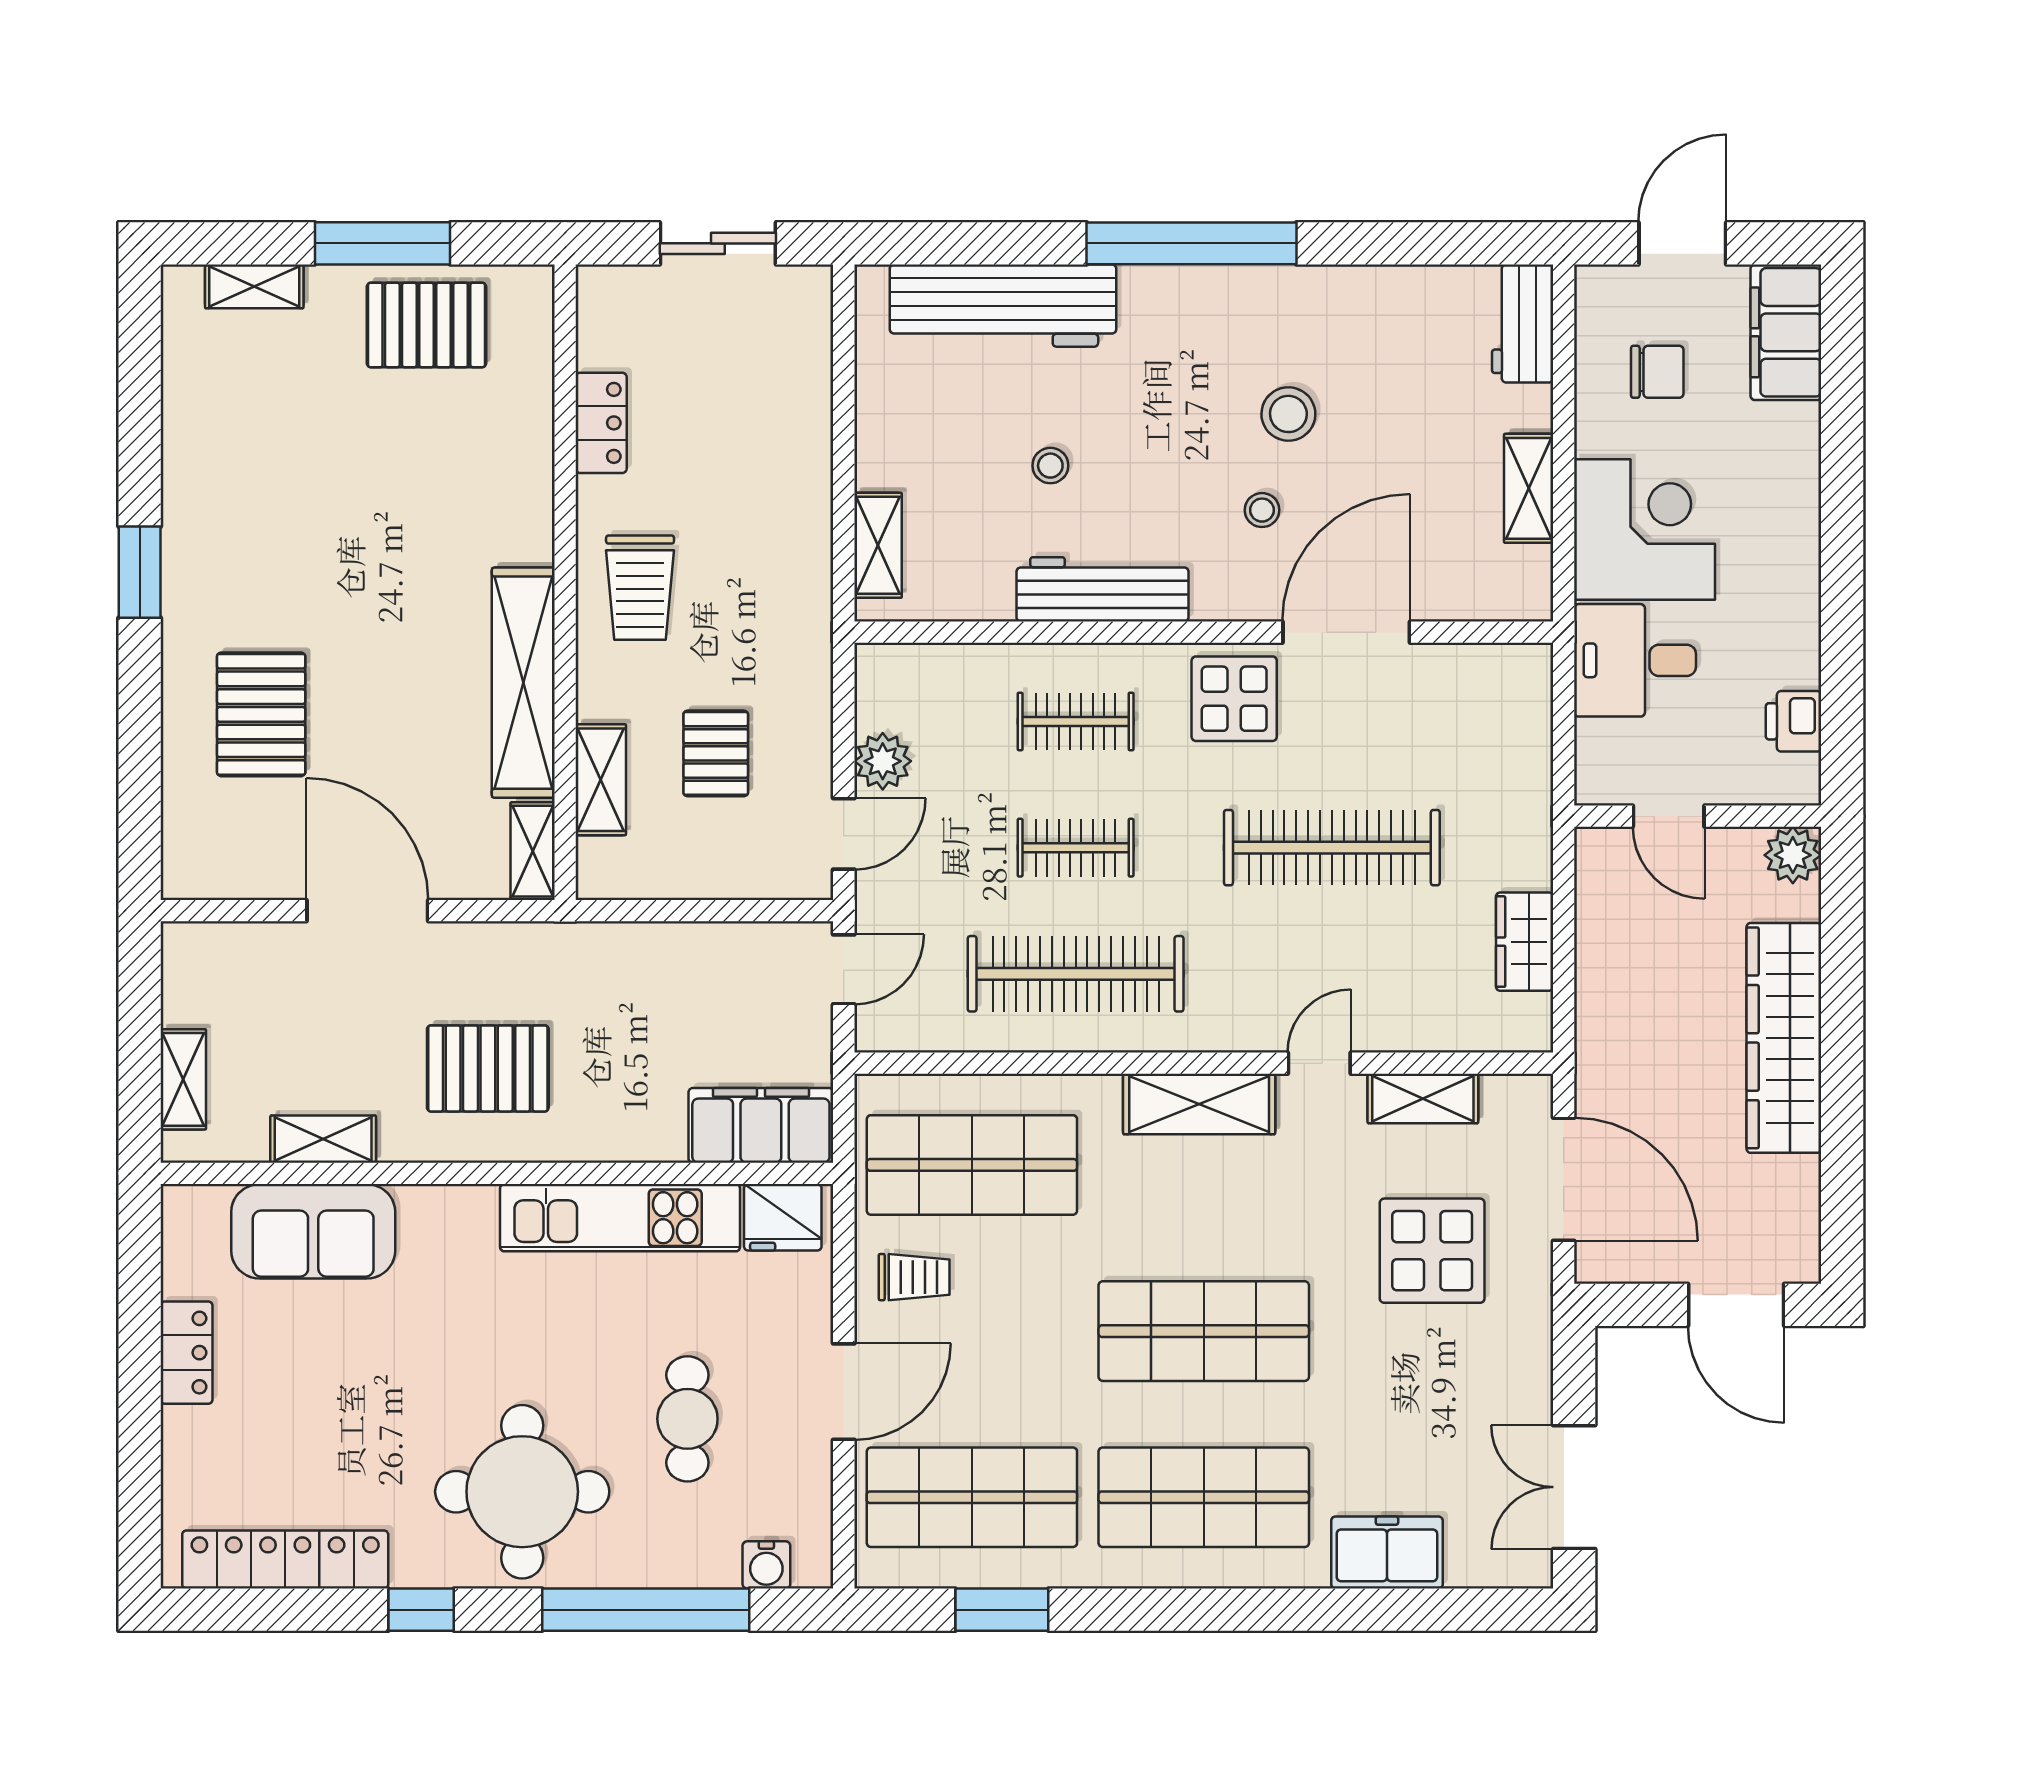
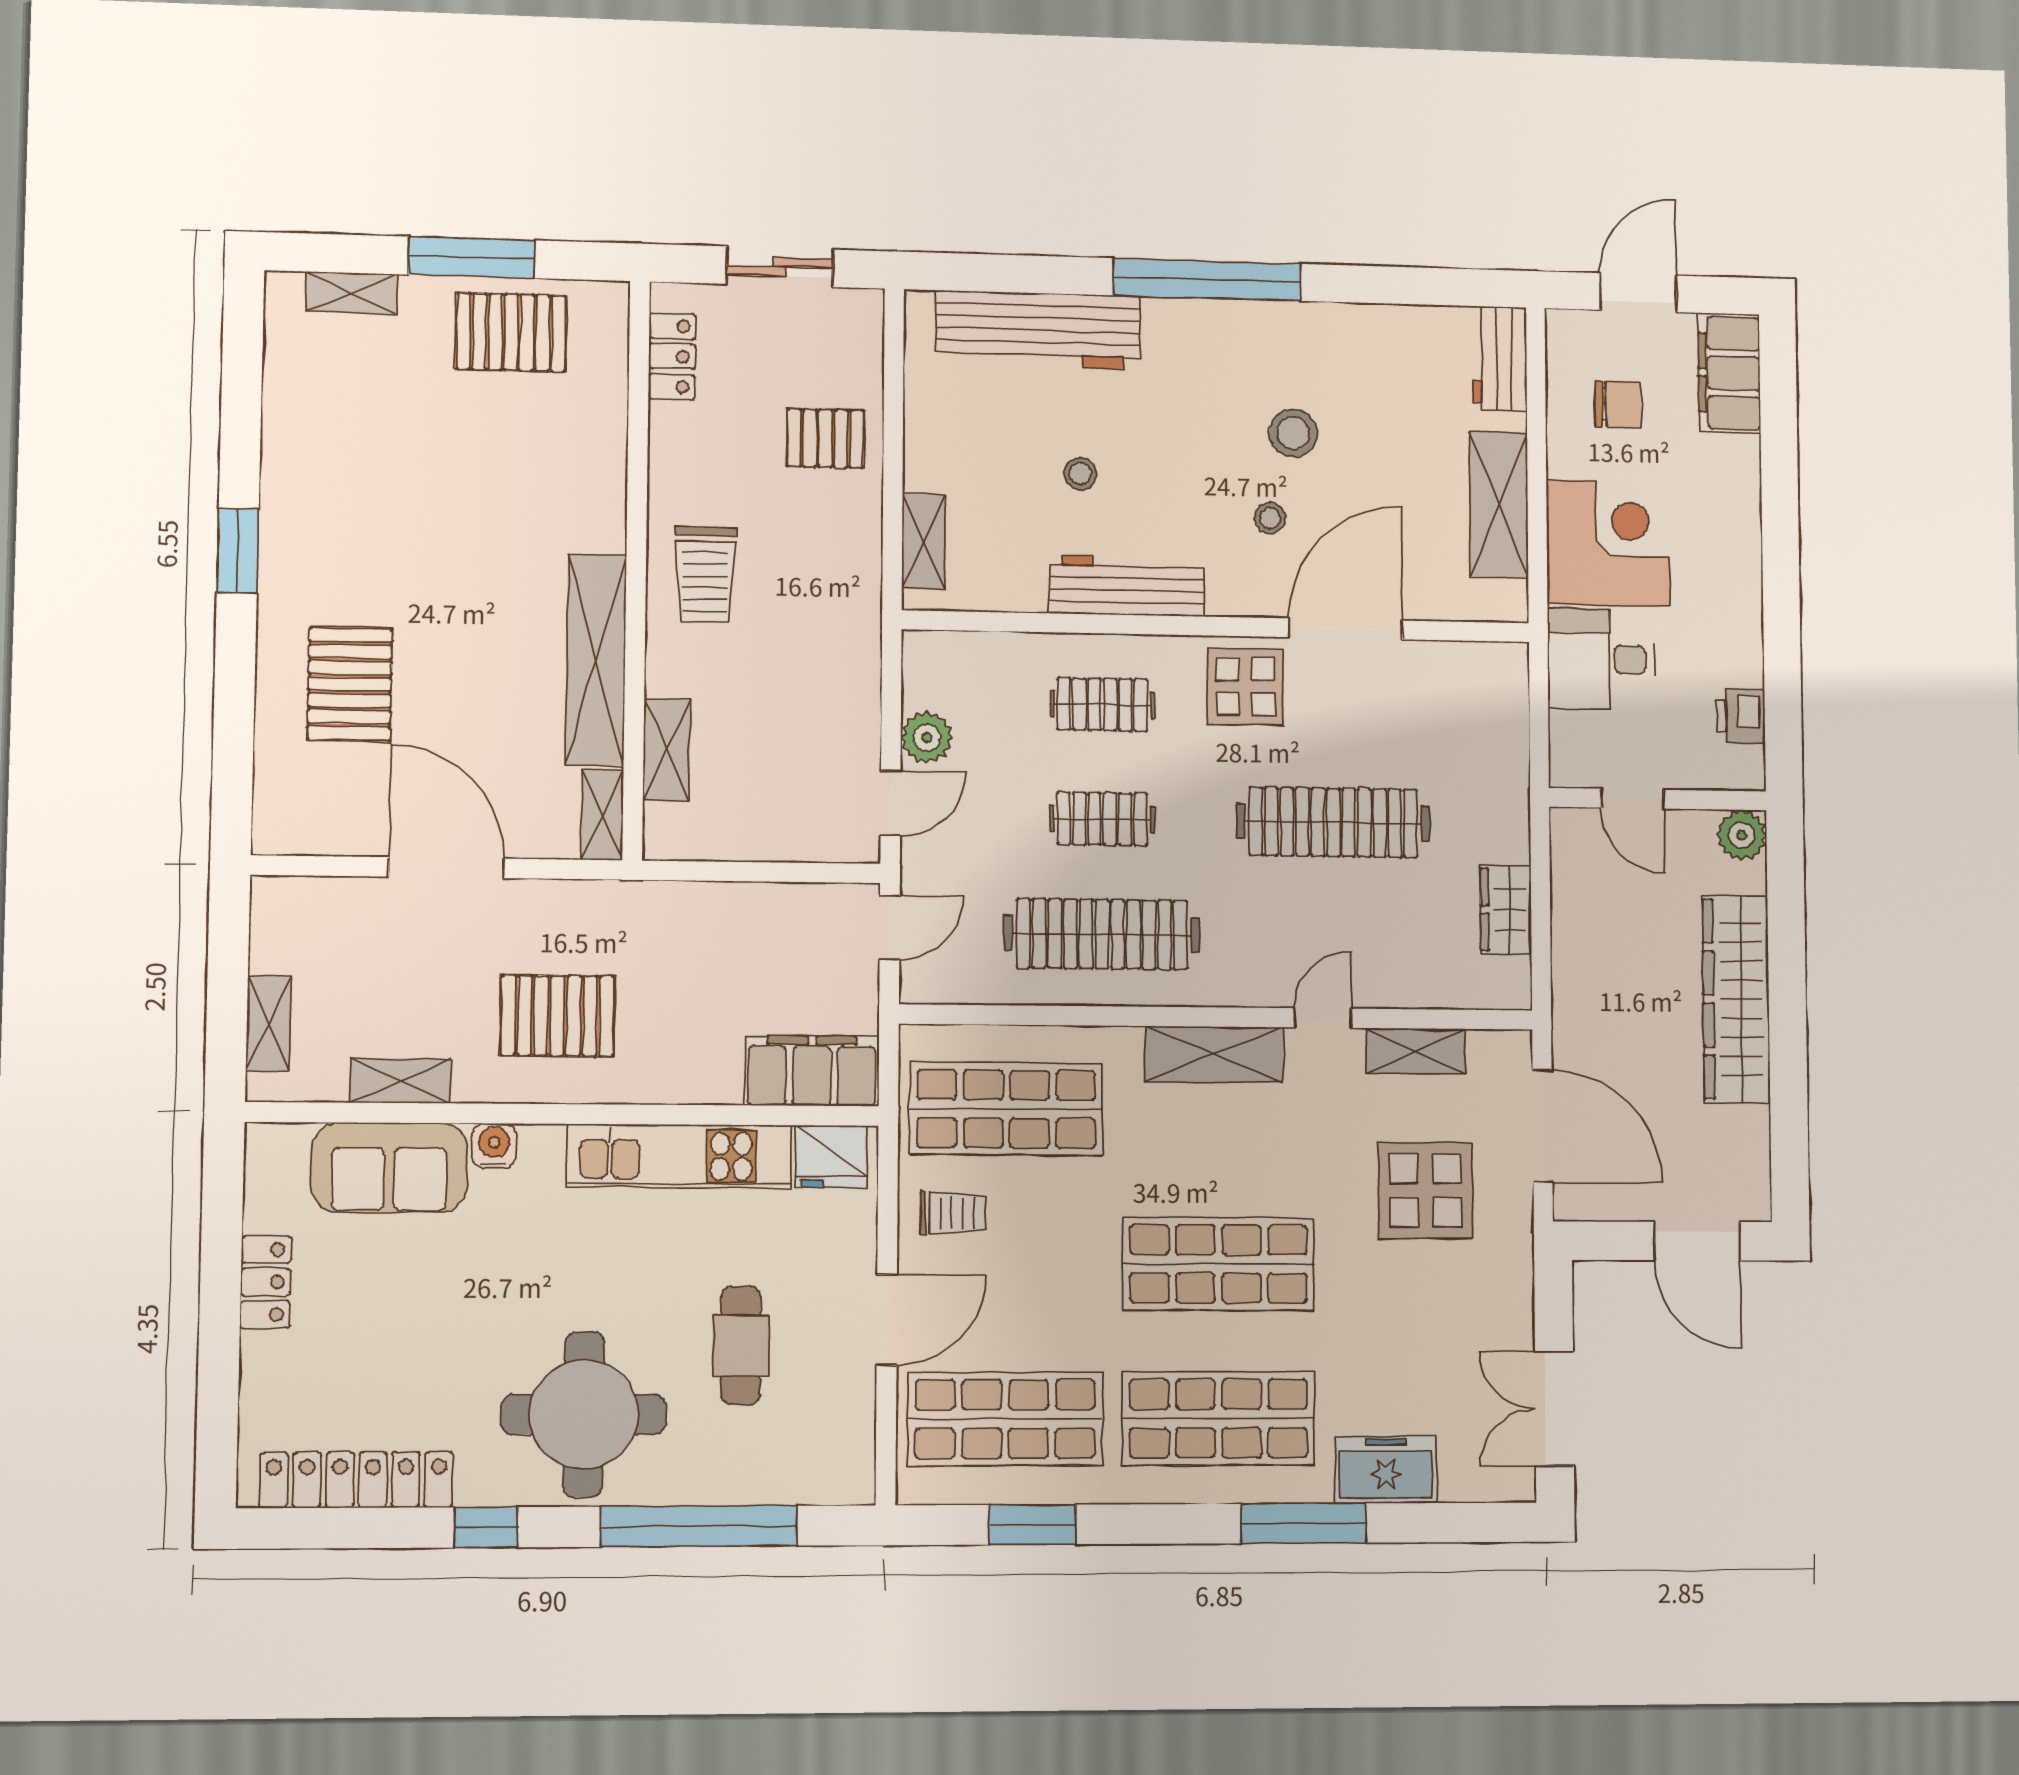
locker: (601, 423) -> (672, 356), moved
shelving: (1529, 488) -> (1499, 504), width x1.50, depth x1.33
pallet: (716, 753) -> (825, 438), moved, turned 90
water cooler: (766, 1565) -> (494, 1146), moved, turned 180
window: (1296, 1610) -> (1304, 1523), added

